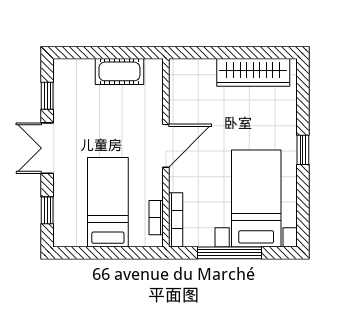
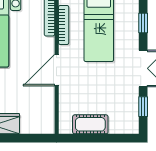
bookcase: (156, 218) -> (64, 25), width x1.56

